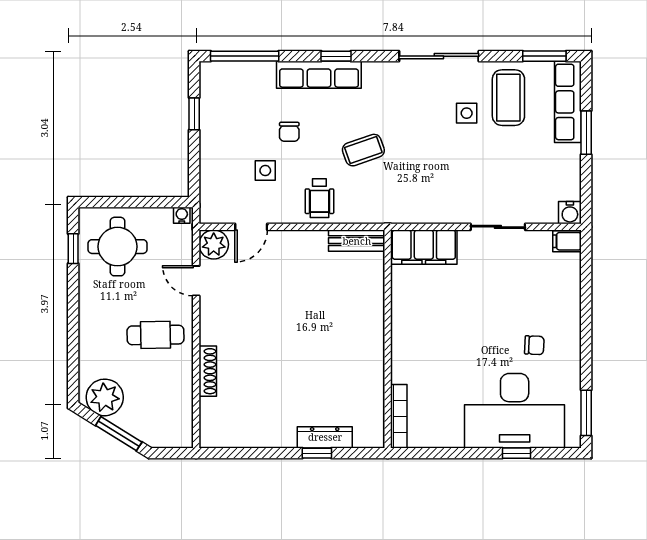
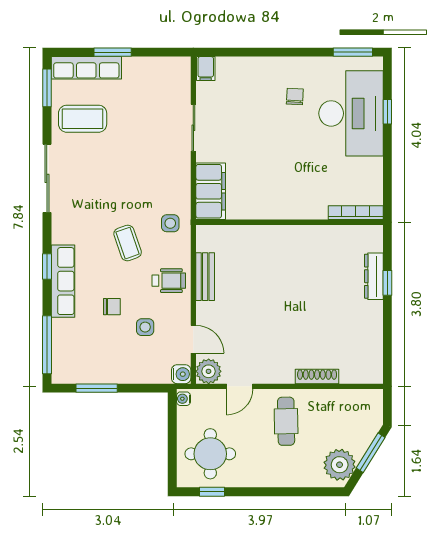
side table: (467, 113) -> (170, 223), moved
window: (194, 114) -> (97, 388), width x1.50
water cooler: (570, 213) -> (181, 374), moved
bench: (357, 241) -> (205, 277), moved

